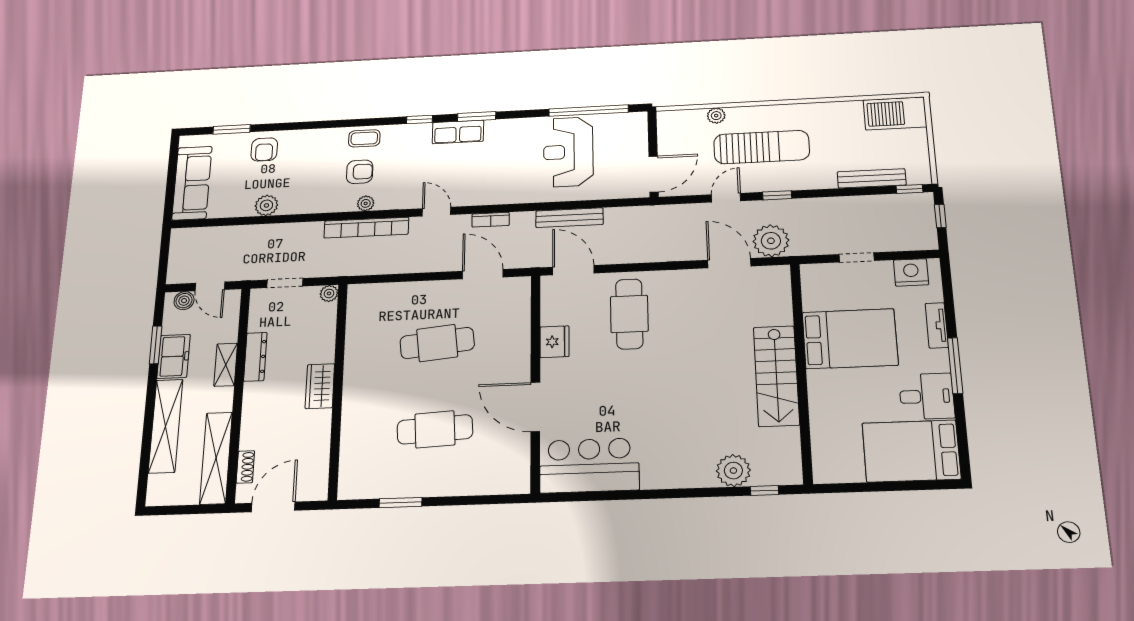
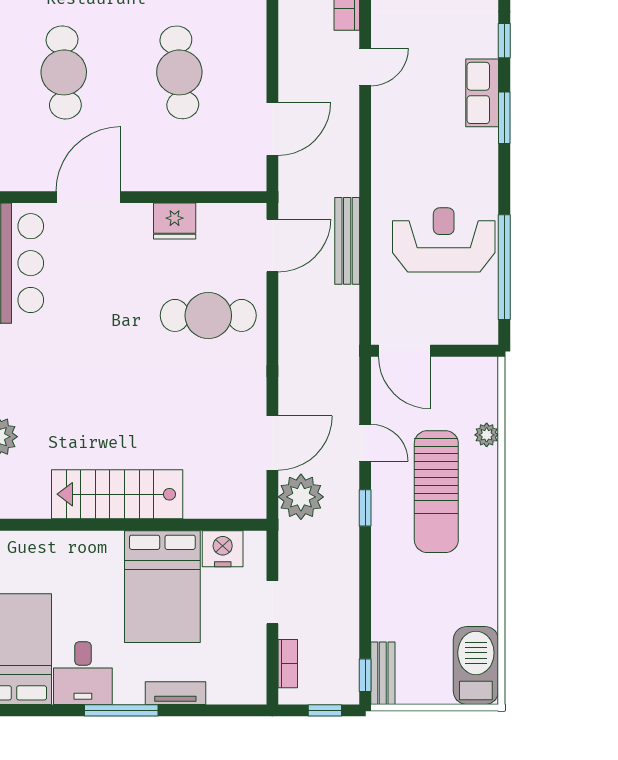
bench: (872, 178) -> (383, 673), moved, width x0.73
bookcase: (491, 220) -> (288, 664), moved, turned 180
nightstand: (911, 272) -> (223, 549), moved, turned -90

